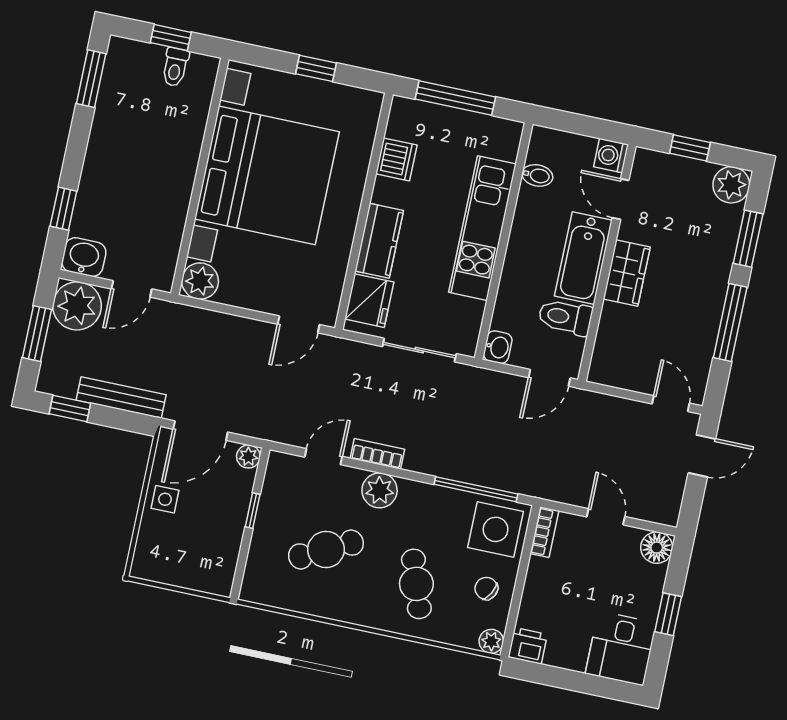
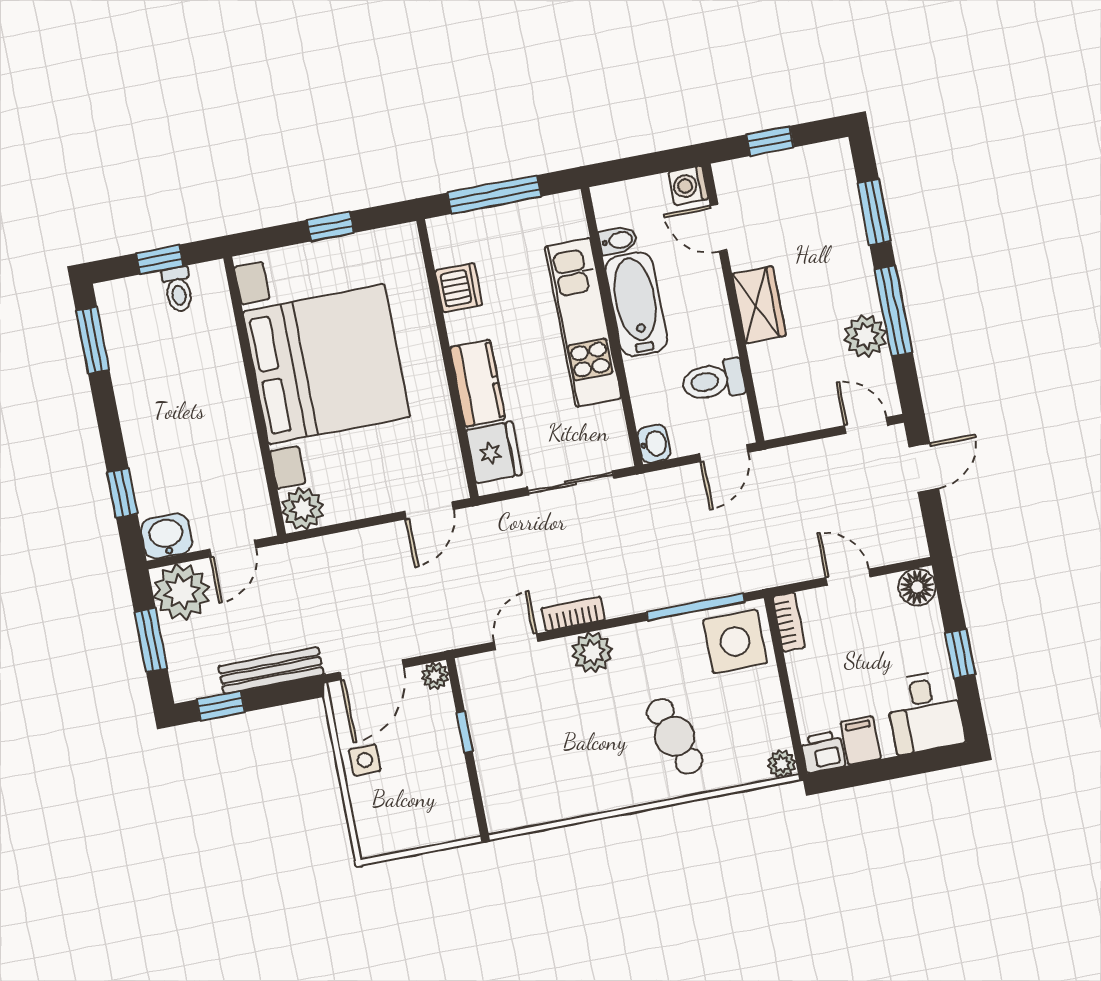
plant: (731, 185) -> (865, 336), moved
bathtub: (583, 258) -> (636, 304), moved, turned 180
cafe table: (326, 549) -> (561, 741), removed
chair: (486, 588) -> (752, 709), removed
filing cabinet: (561, 649) -> (861, 741), added

